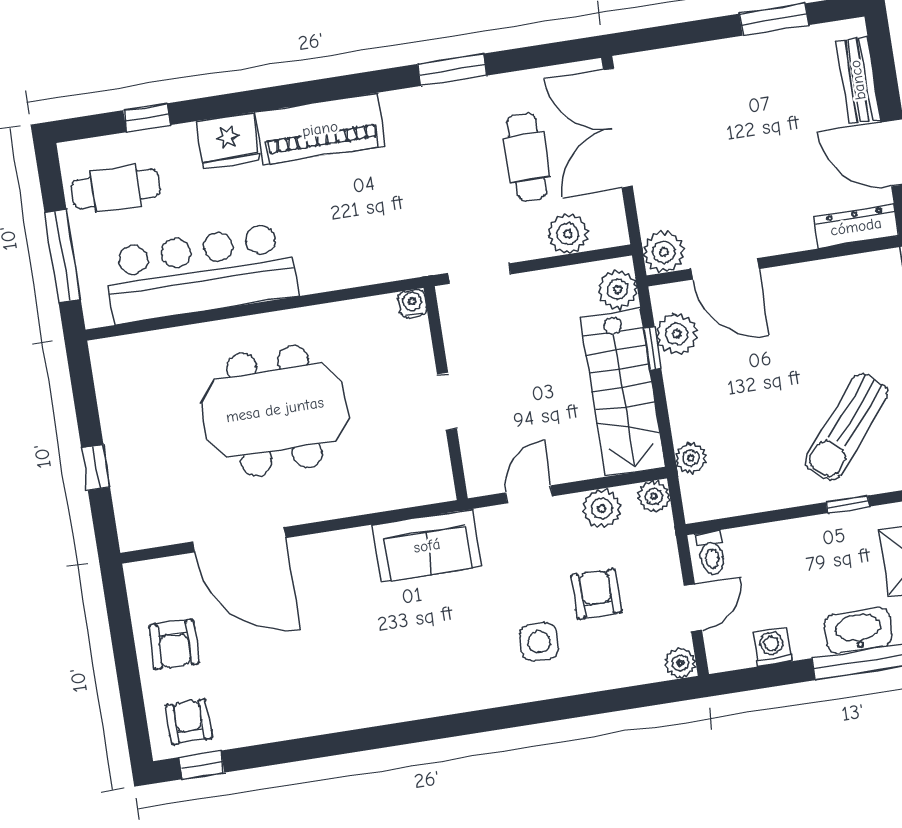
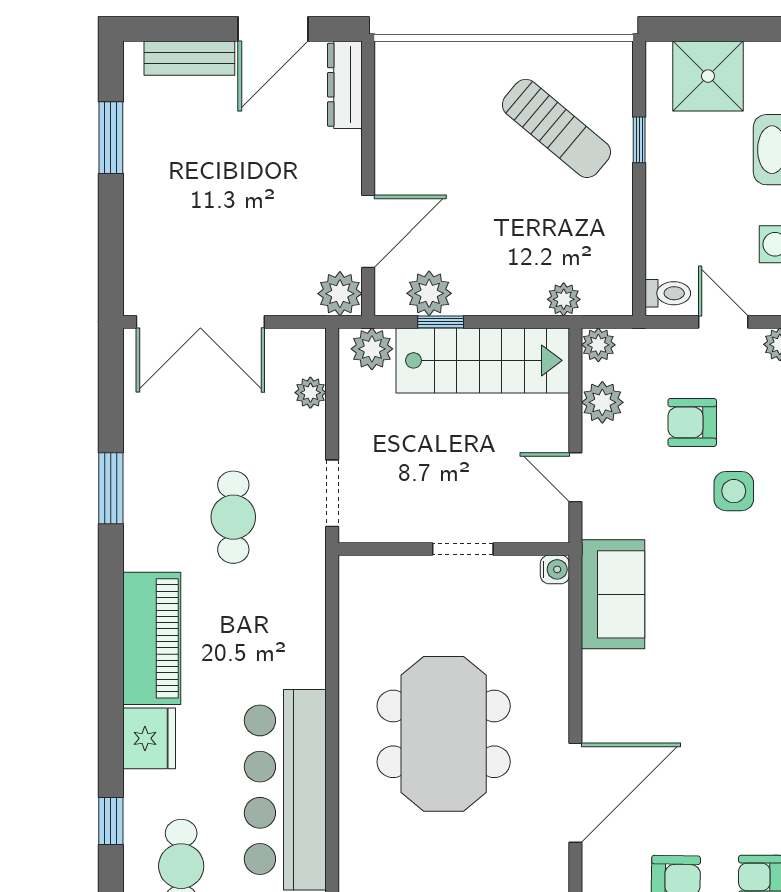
cafe table: (527, 157) -> (233, 517), moved, turned 90
plant: (568, 234) -> (310, 393), width x0.73, depth x0.73
water cooler: (412, 303) -> (555, 569), moved, turned 180

